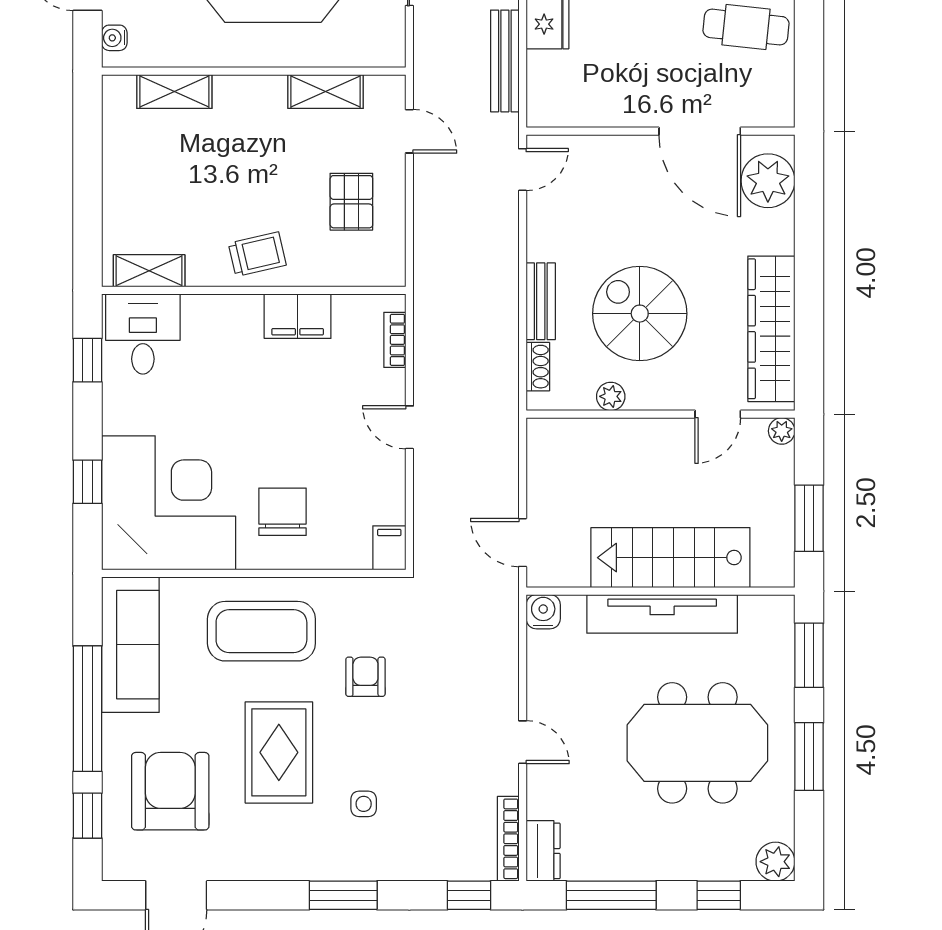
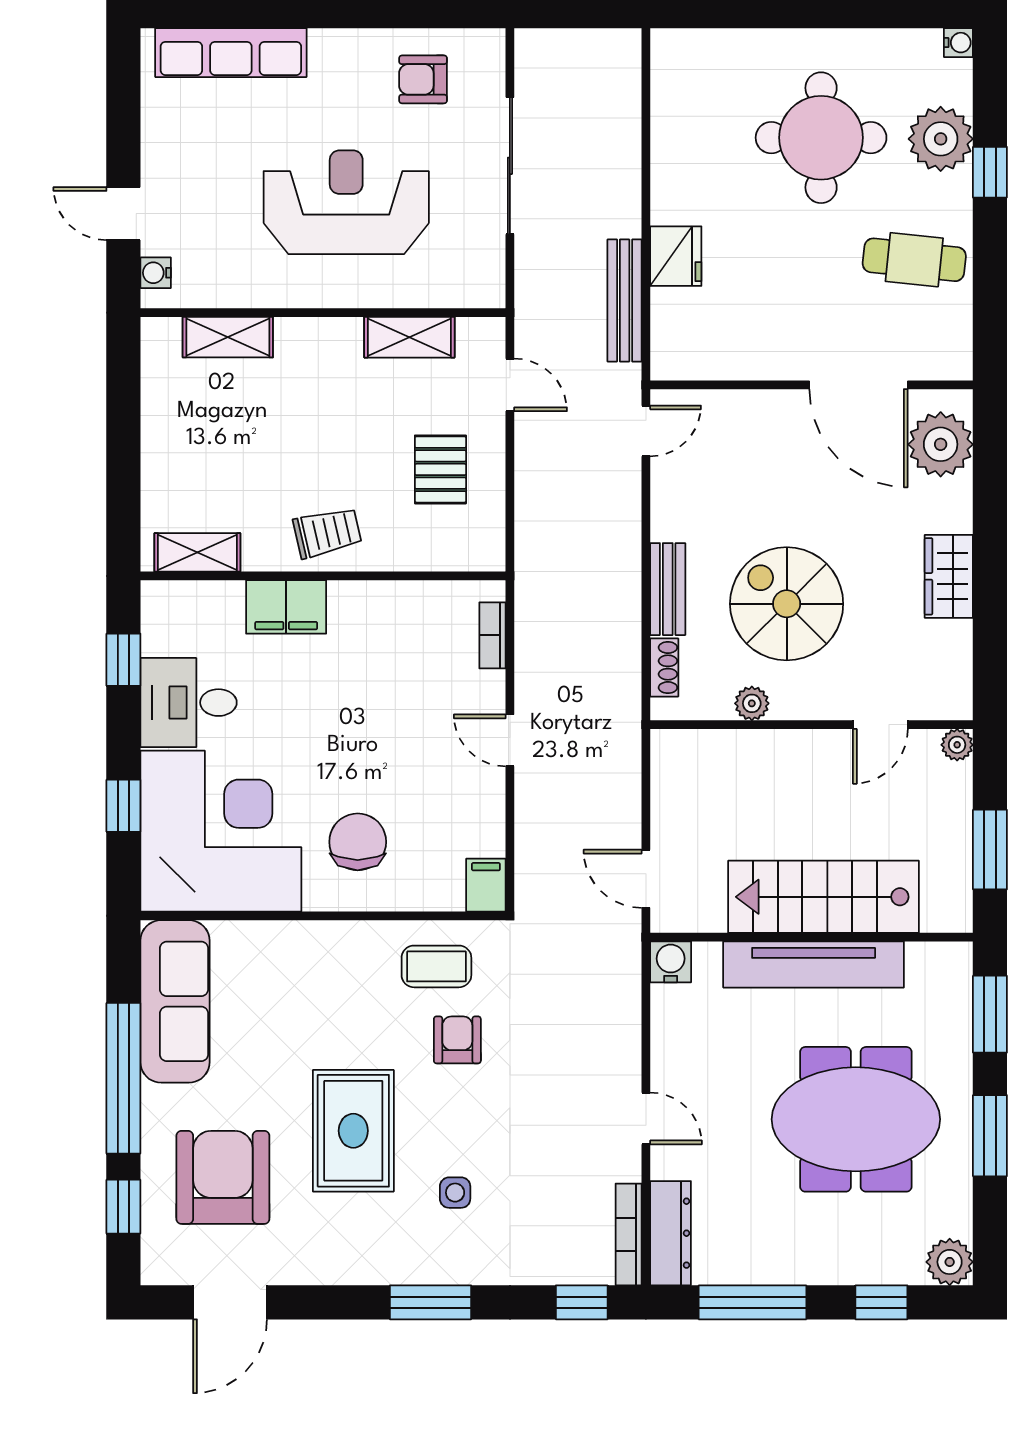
filing cabinet: (298, 316) -> (286, 607), moved
wardrobe: (771, 329) -> (949, 576), width x0.48, depth x0.85
desk: (143, 334) -> (189, 703), moved, turned -90
coffee table: (261, 631) -> (436, 966), moved, width x0.54, depth x0.58
dresser: (543, 851) -> (671, 1233), width x1.44

